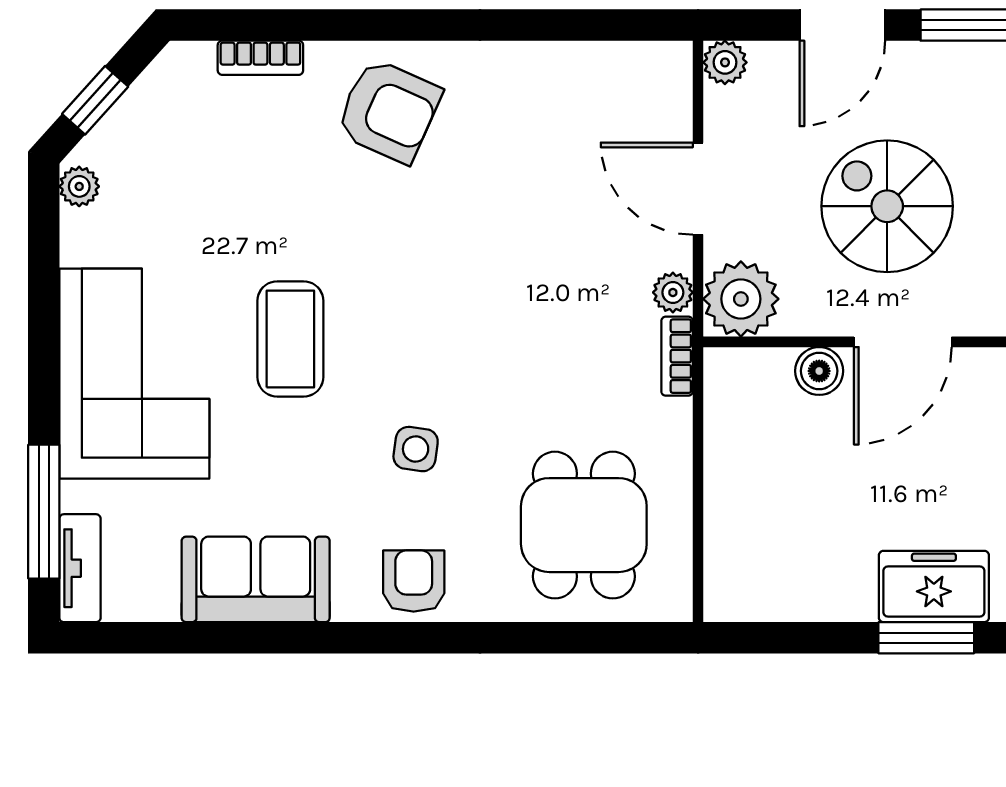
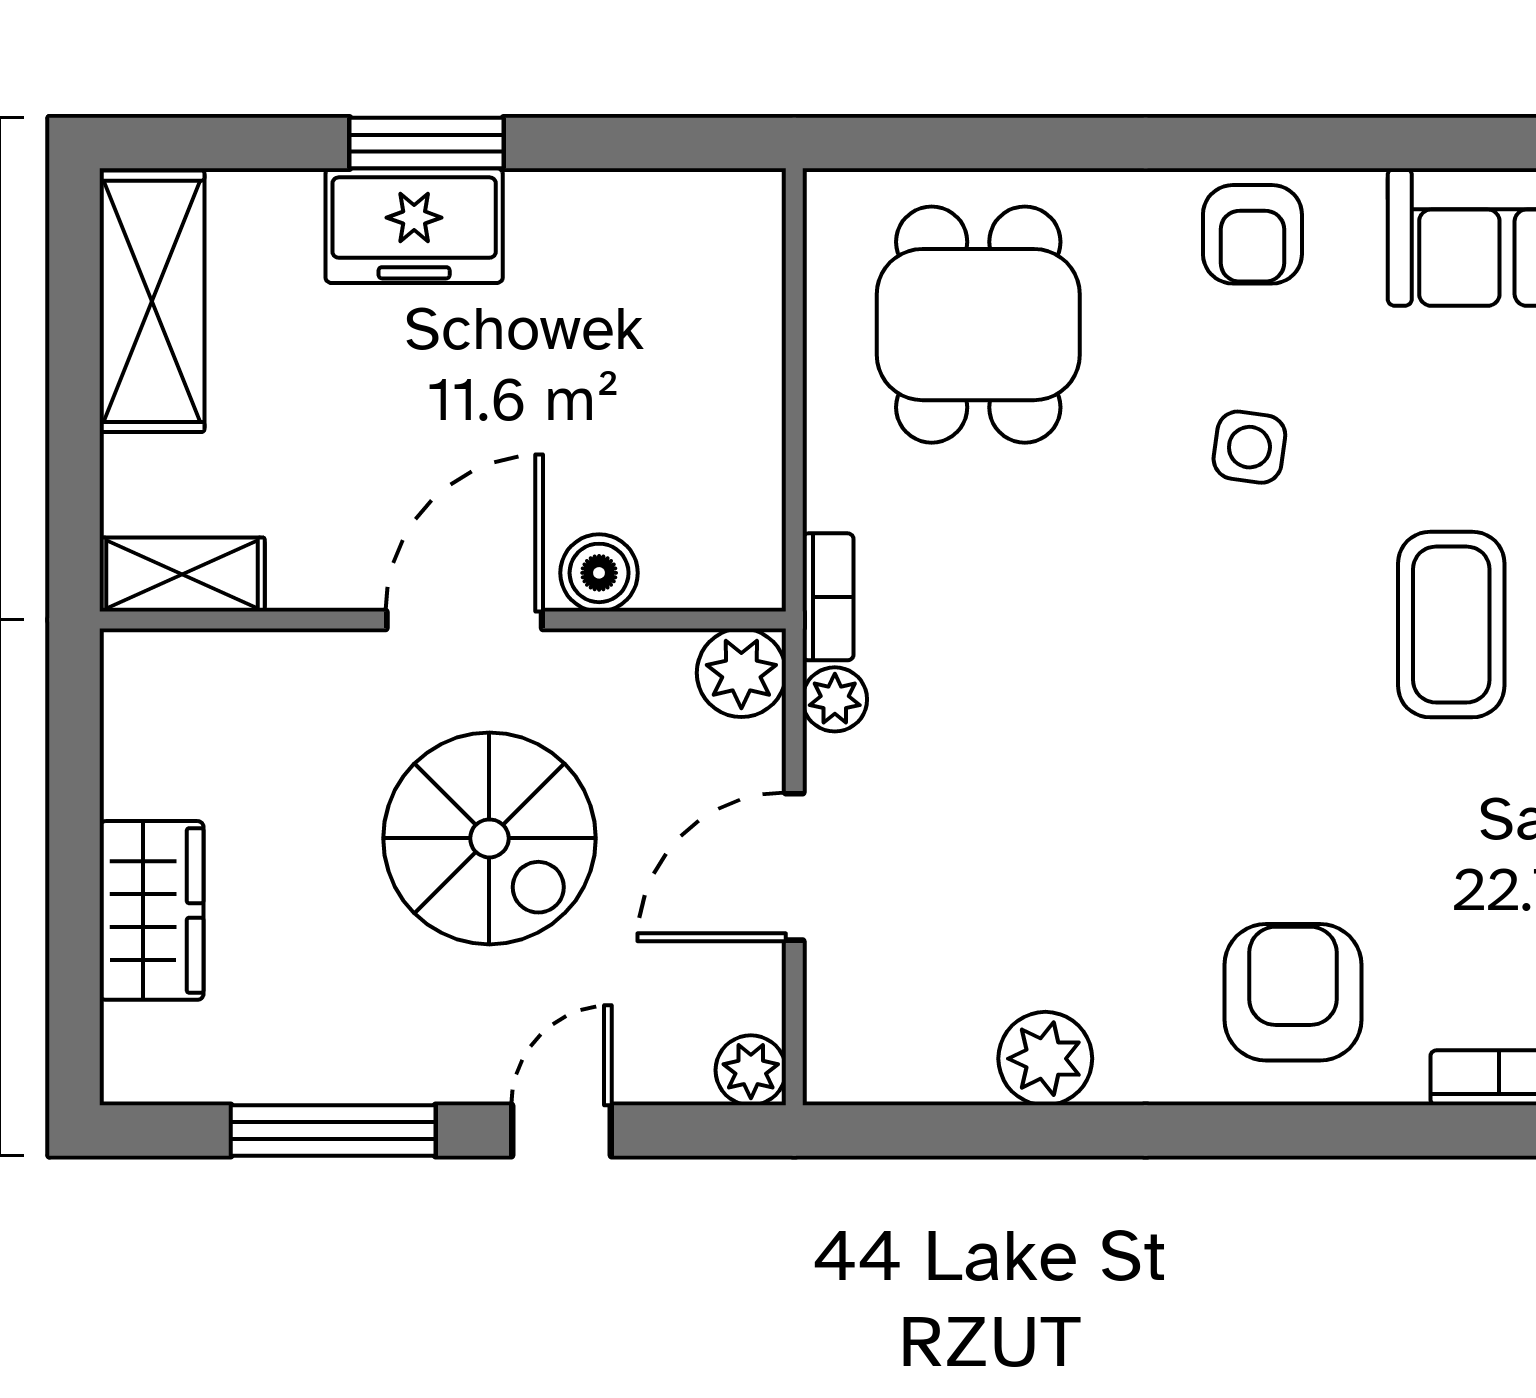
door: (842, 25) -> (562, 1130), width x0.73
plant: (542, 70) -> (1045, 1059), added
armchair: (389, 111) -> (1293, 992), turned 66
door: (698, 189) -> (794, 867), swing flipped
plant: (741, 299) -> (741, 673), width x0.73, depth x0.73

